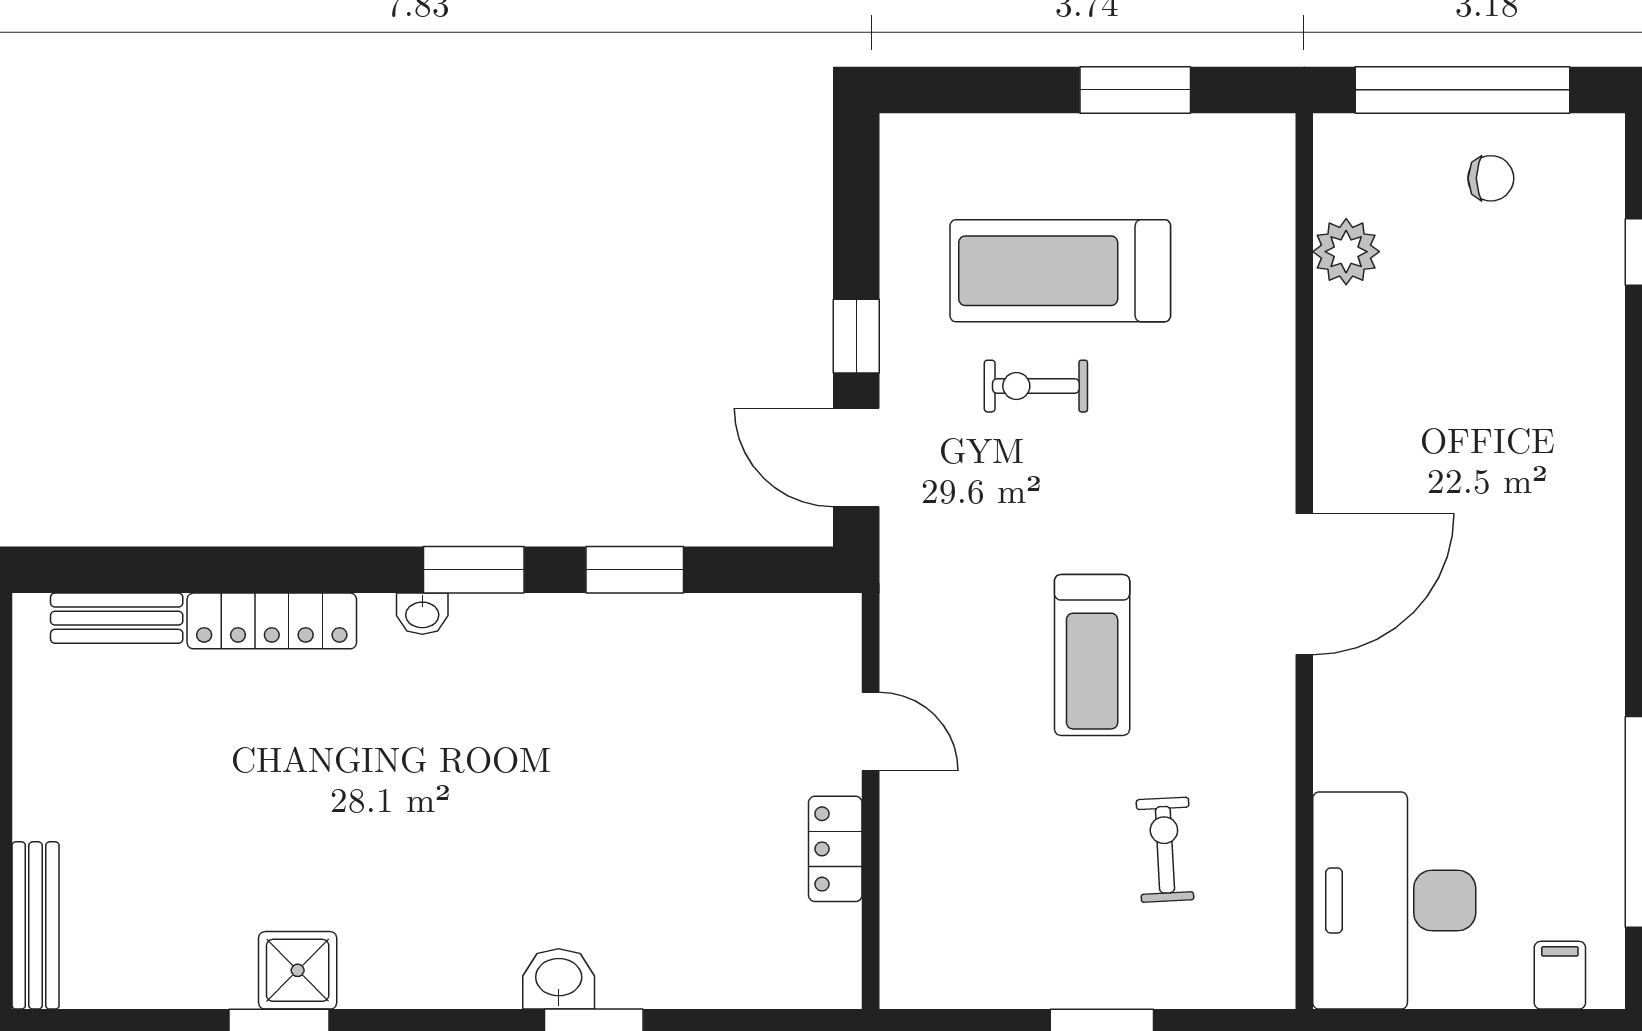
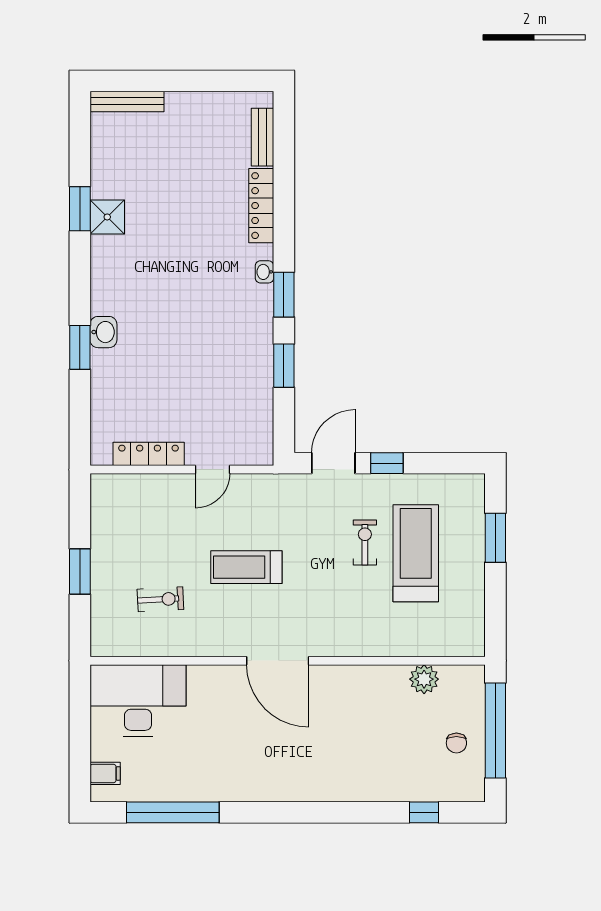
window: (1135, 90) -> (495, 538), moved
locker: (835, 849) -> (149, 454), width x1.53

